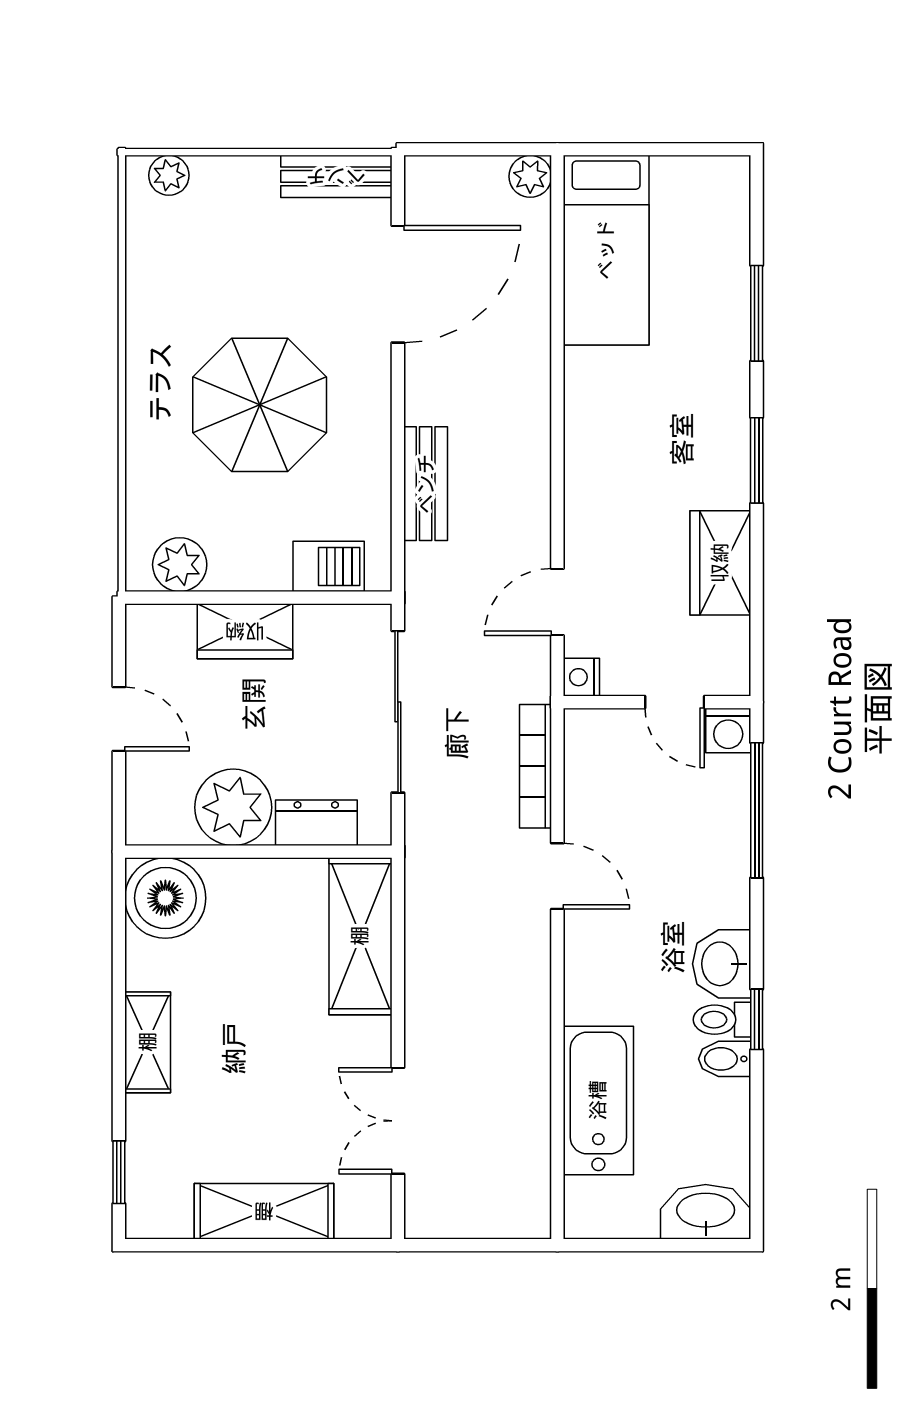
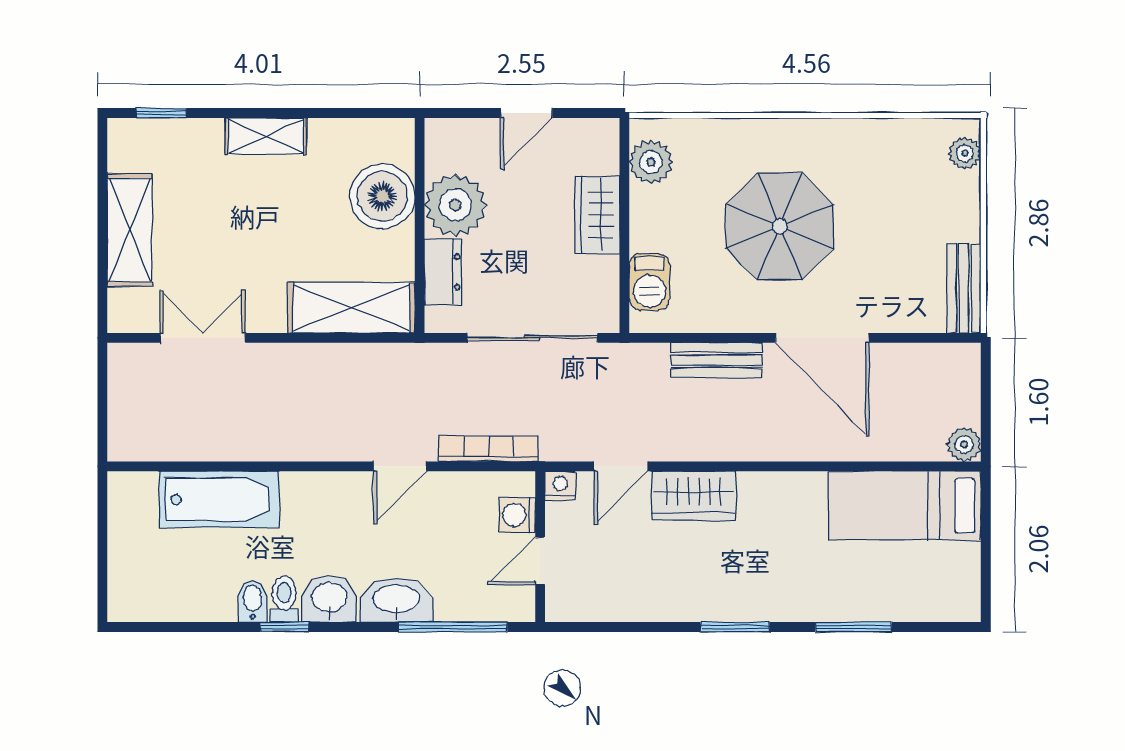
door: (398, 284) -> (822, 338), moved
wardrobe: (720, 563) -> (694, 496), moved, turned 180
door: (557, 602) -> (621, 466), swing flipped
washing machine: (728, 731) -> (517, 515), moved
boiler: (165, 898) -> (382, 196), moved
washbasin: (706, 1212) -> (396, 600), moved, turned -90

